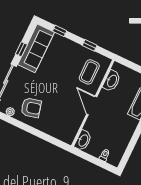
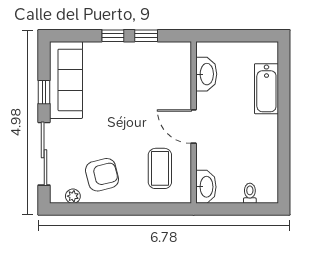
window: (60, 31) -> (113, 36), moved
coffee table: (89, 72) -> (160, 168), moved

